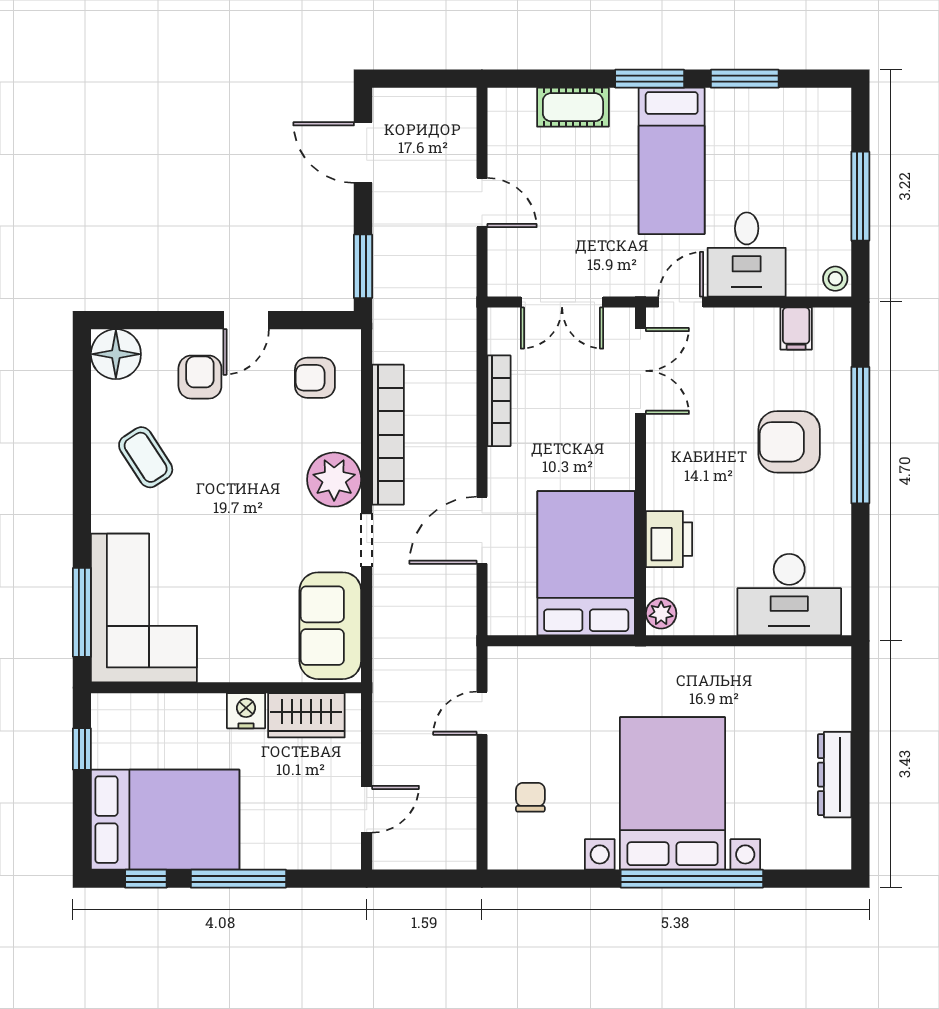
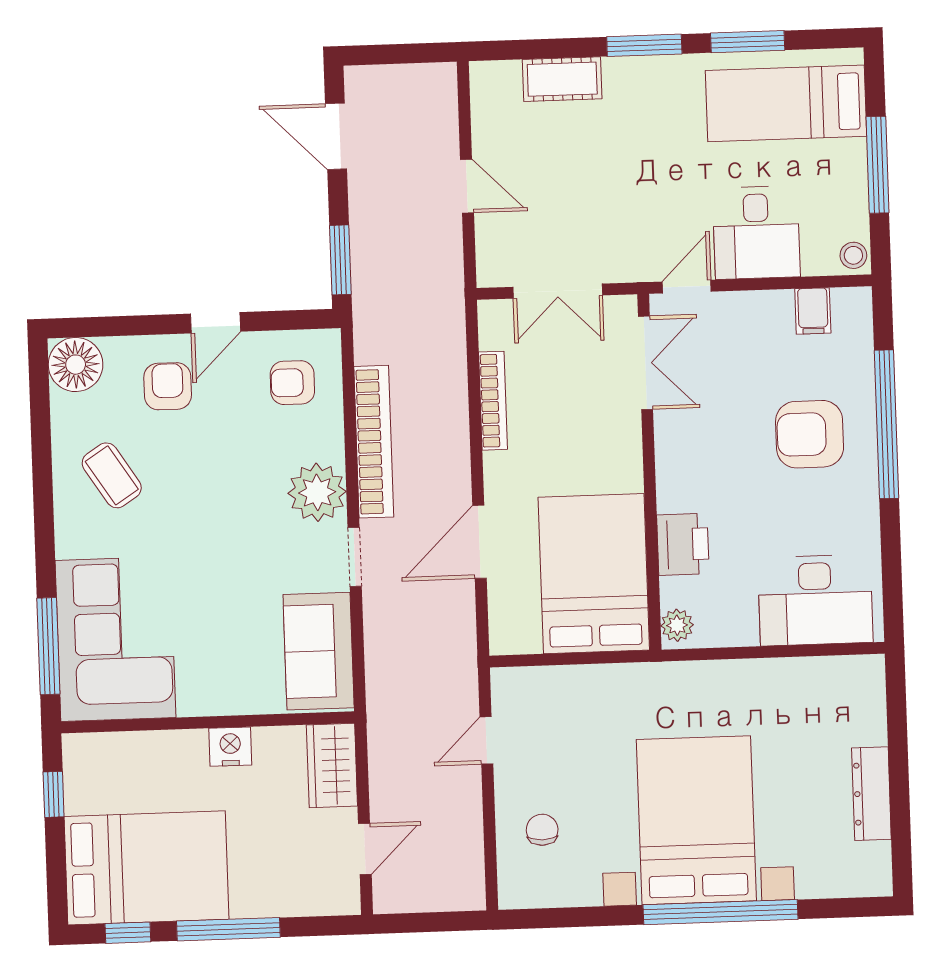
bed: (672, 161) -> (786, 103), moved, turned 90
wardrobe: (306, 715) -> (332, 766), moved, turned 90

